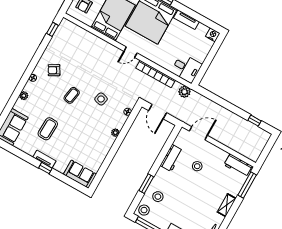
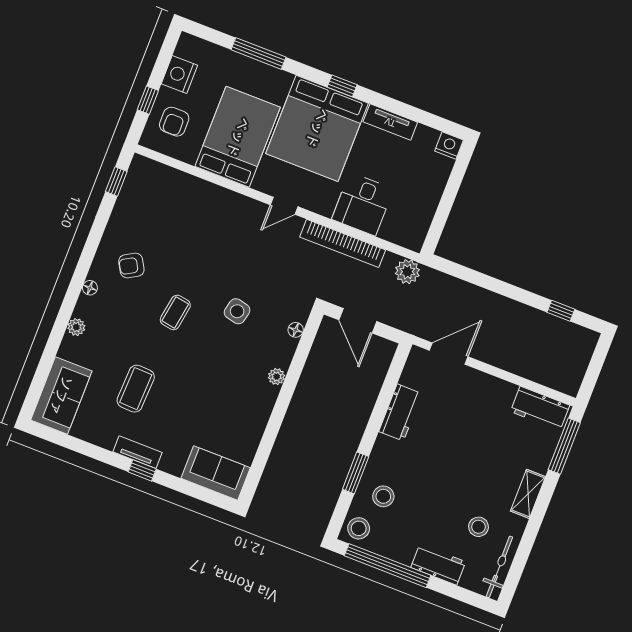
desk: (186, 68) -> (363, 204), moved, turned 90
stool: (197, 166) -> (479, 527), moved

